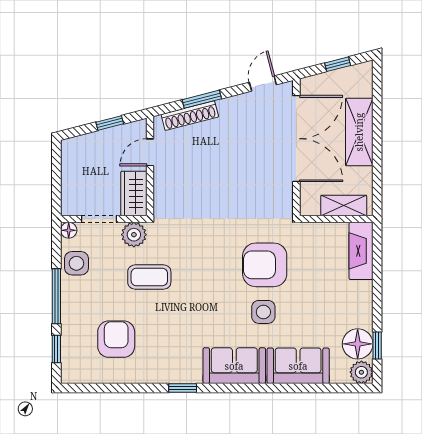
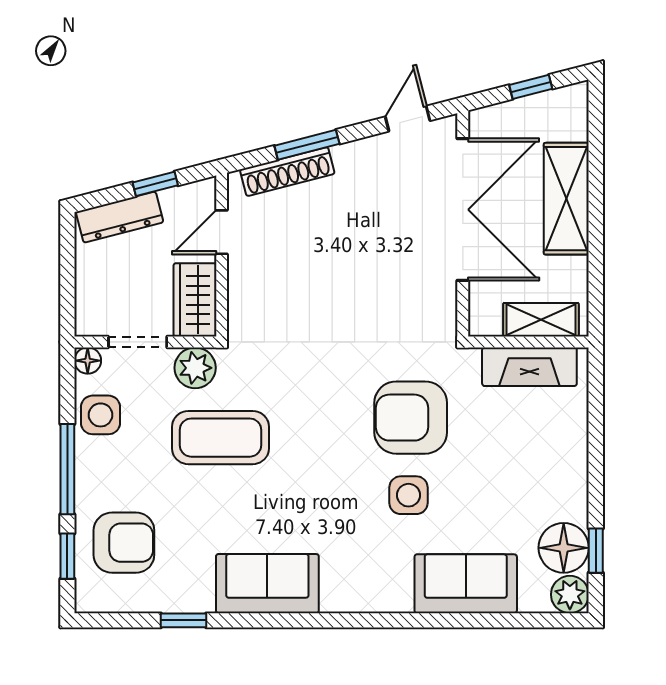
dresser: (88, 143) -> (120, 217), added
fireplace: (361, 251) -> (529, 367), moved, turned -90
coffee table: (149, 277) -> (220, 438), width x1.36, depth x1.32
armchair: (116, 339) -> (124, 543), moved, turned 90
sofa: (234, 366) -> (267, 584), moved
window: (183, 388) -> (183, 620), moved

